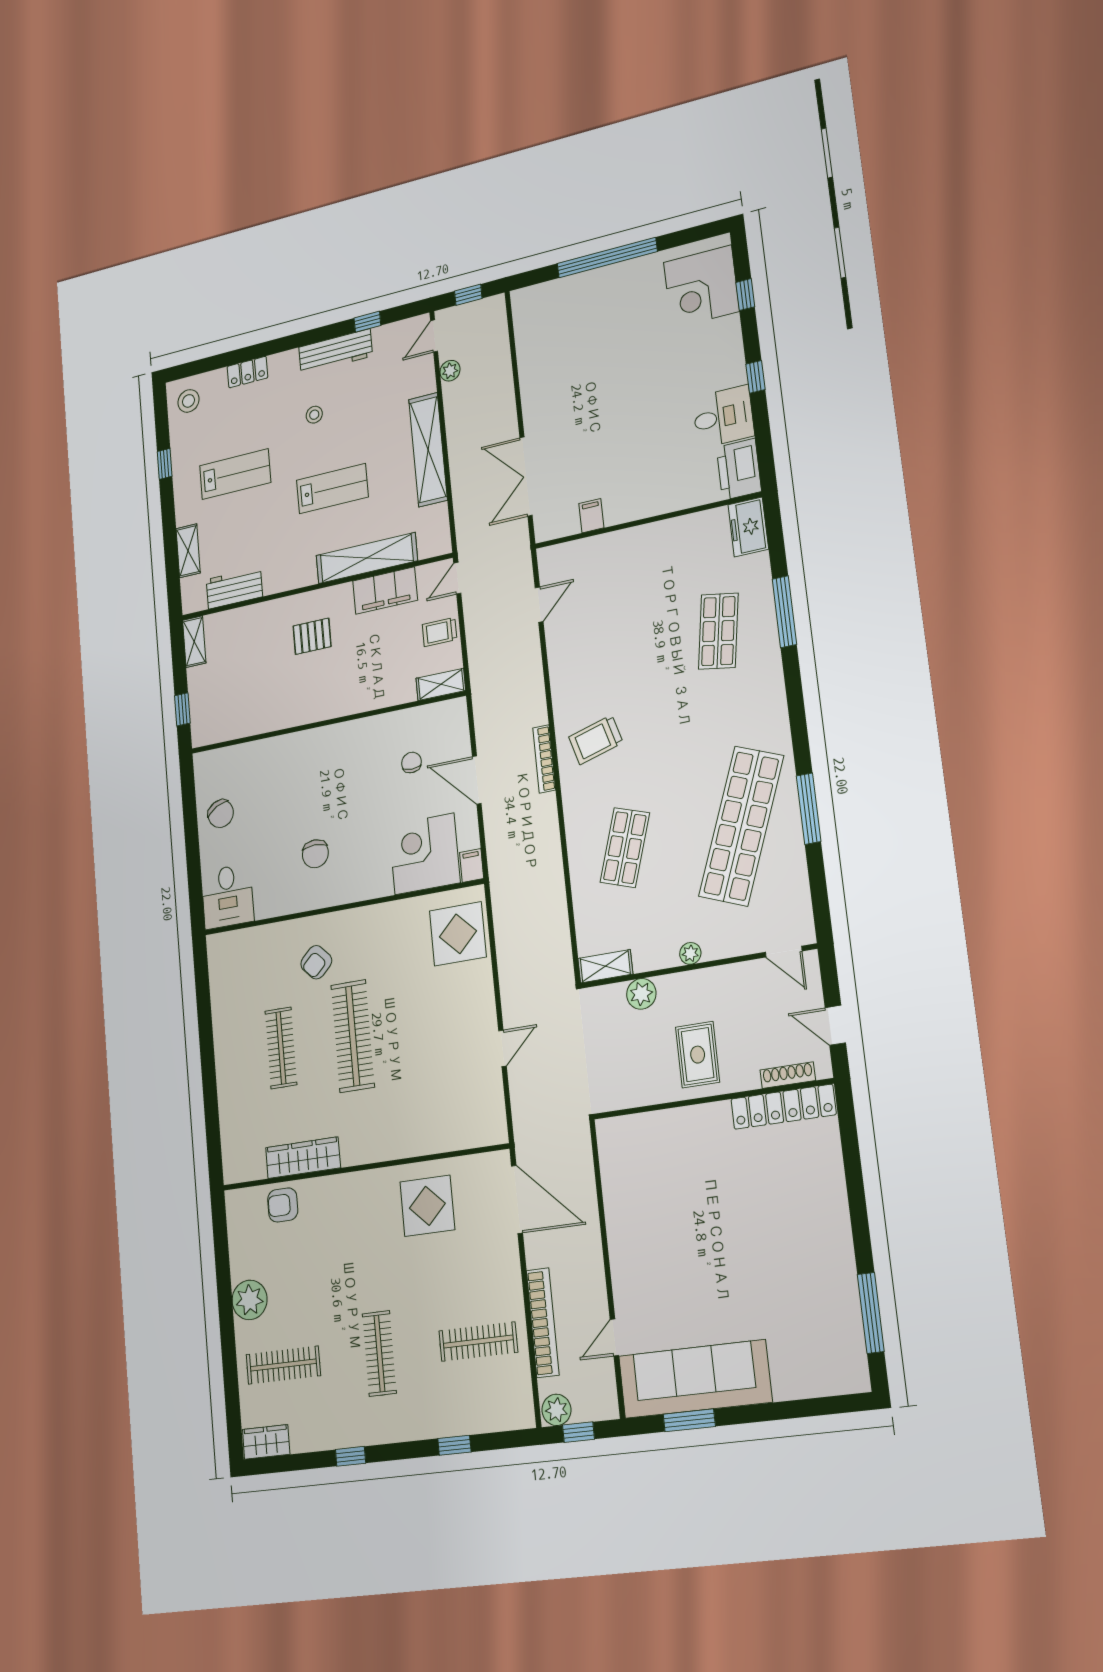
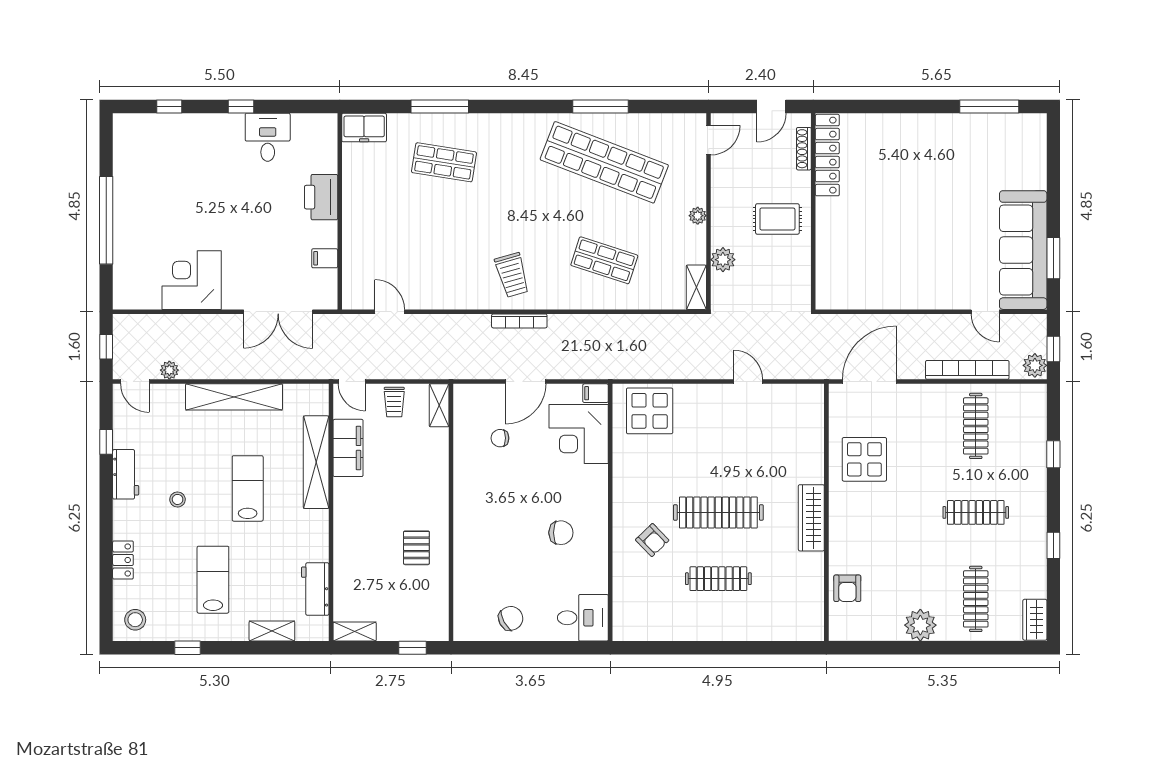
corner desk: (701, 287) -> (192, 280), moved, turned 180
workbench: (336, 352) -> (126, 474), width x0.73
printer: (739, 469) -> (321, 197), moved, turned 90
pallet: (312, 636) -> (416, 548), moved
wardrobe: (303, 1158) -> (811, 518), moved

